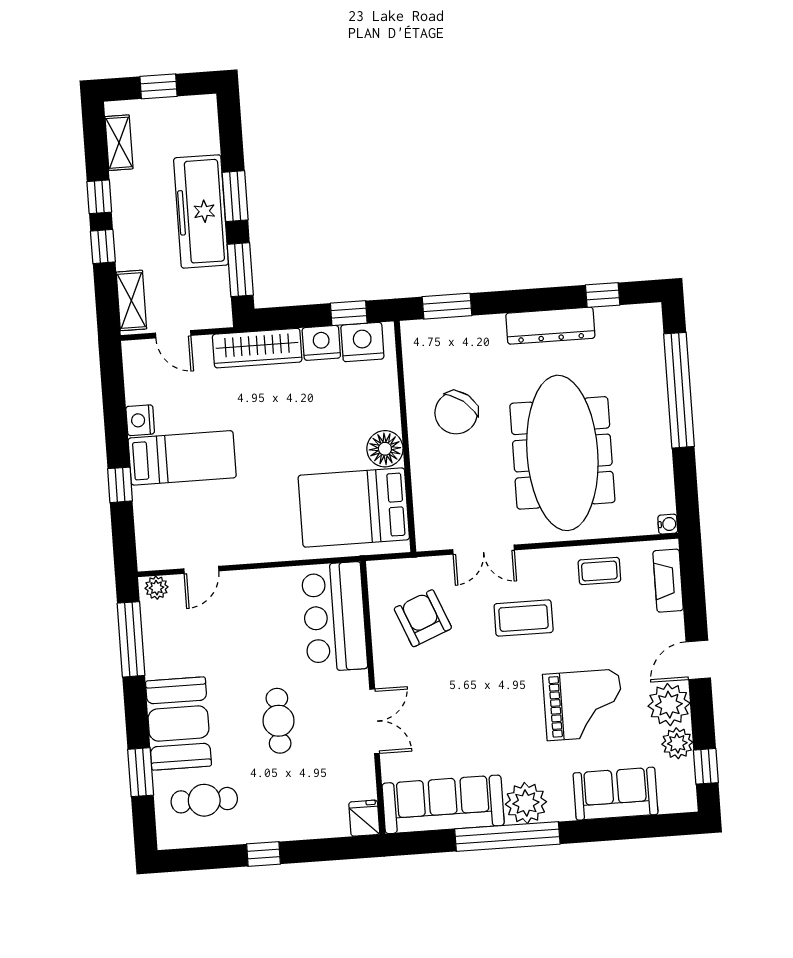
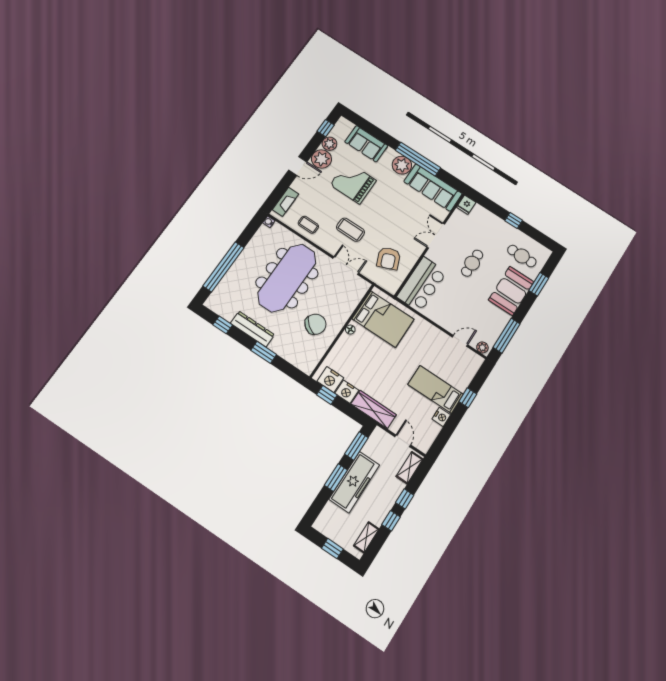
window: (447, 306) -> (264, 352), moved
floor lamp: (385, 449) -> (350, 330), width x0.53, depth x0.53

